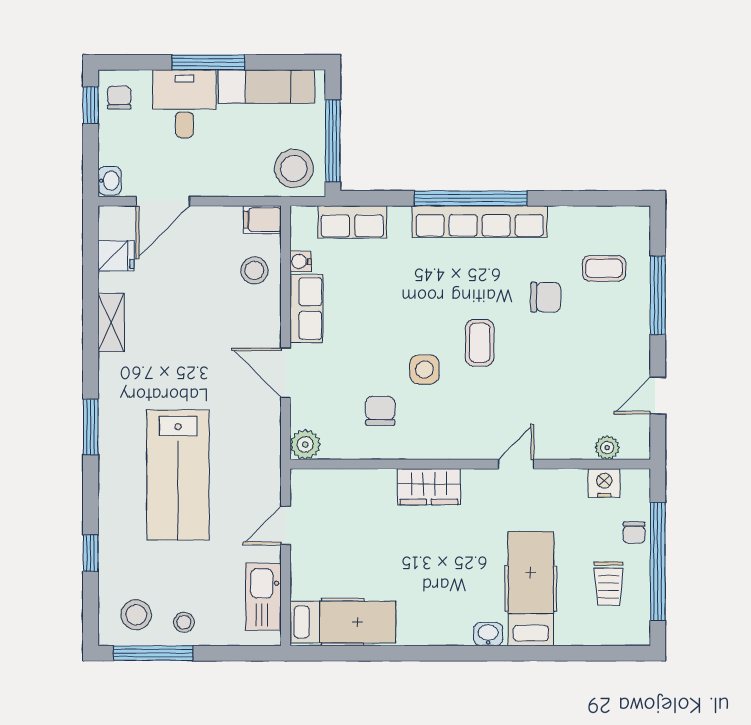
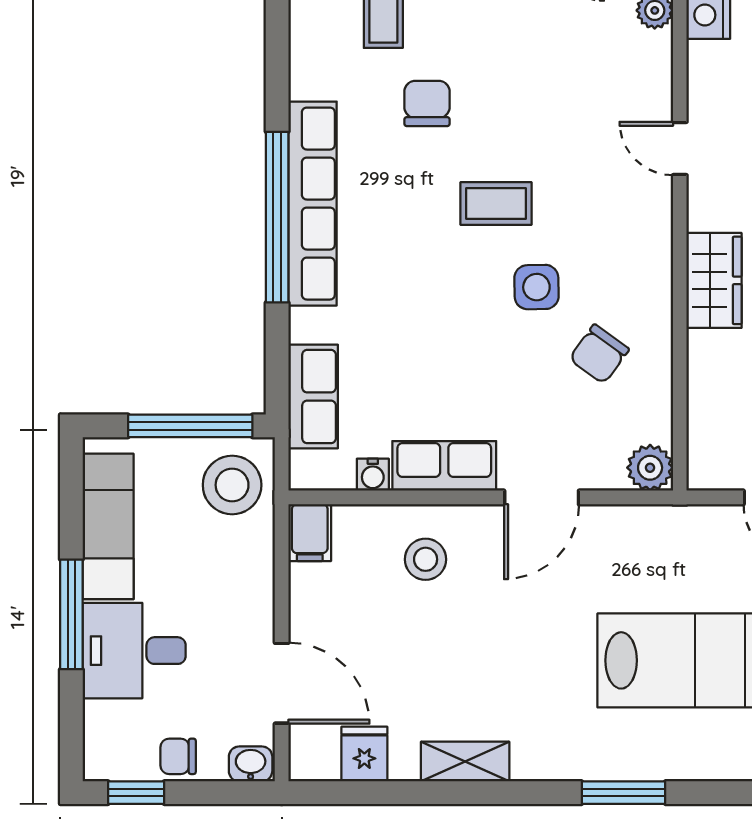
chair: (119, 98) -> (178, 756), moved
stool: (254, 270) -> (426, 559), moved
chair: (380, 411) -> (599, 354), turned -54

